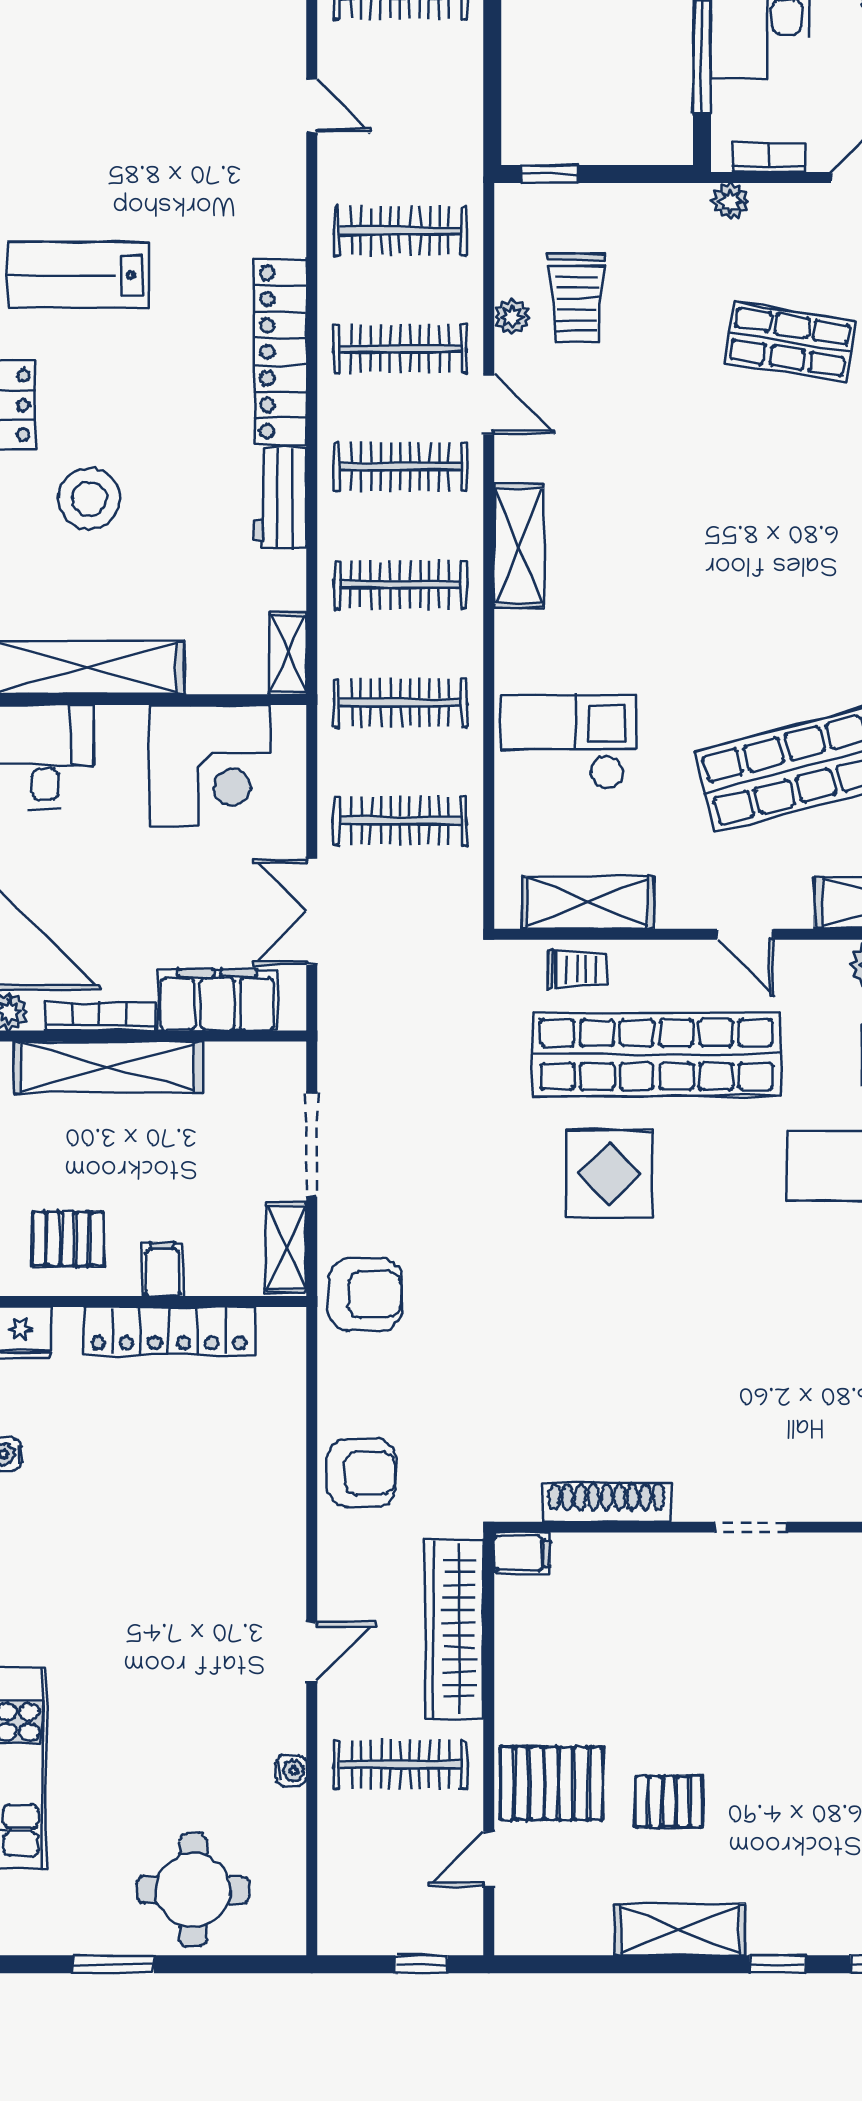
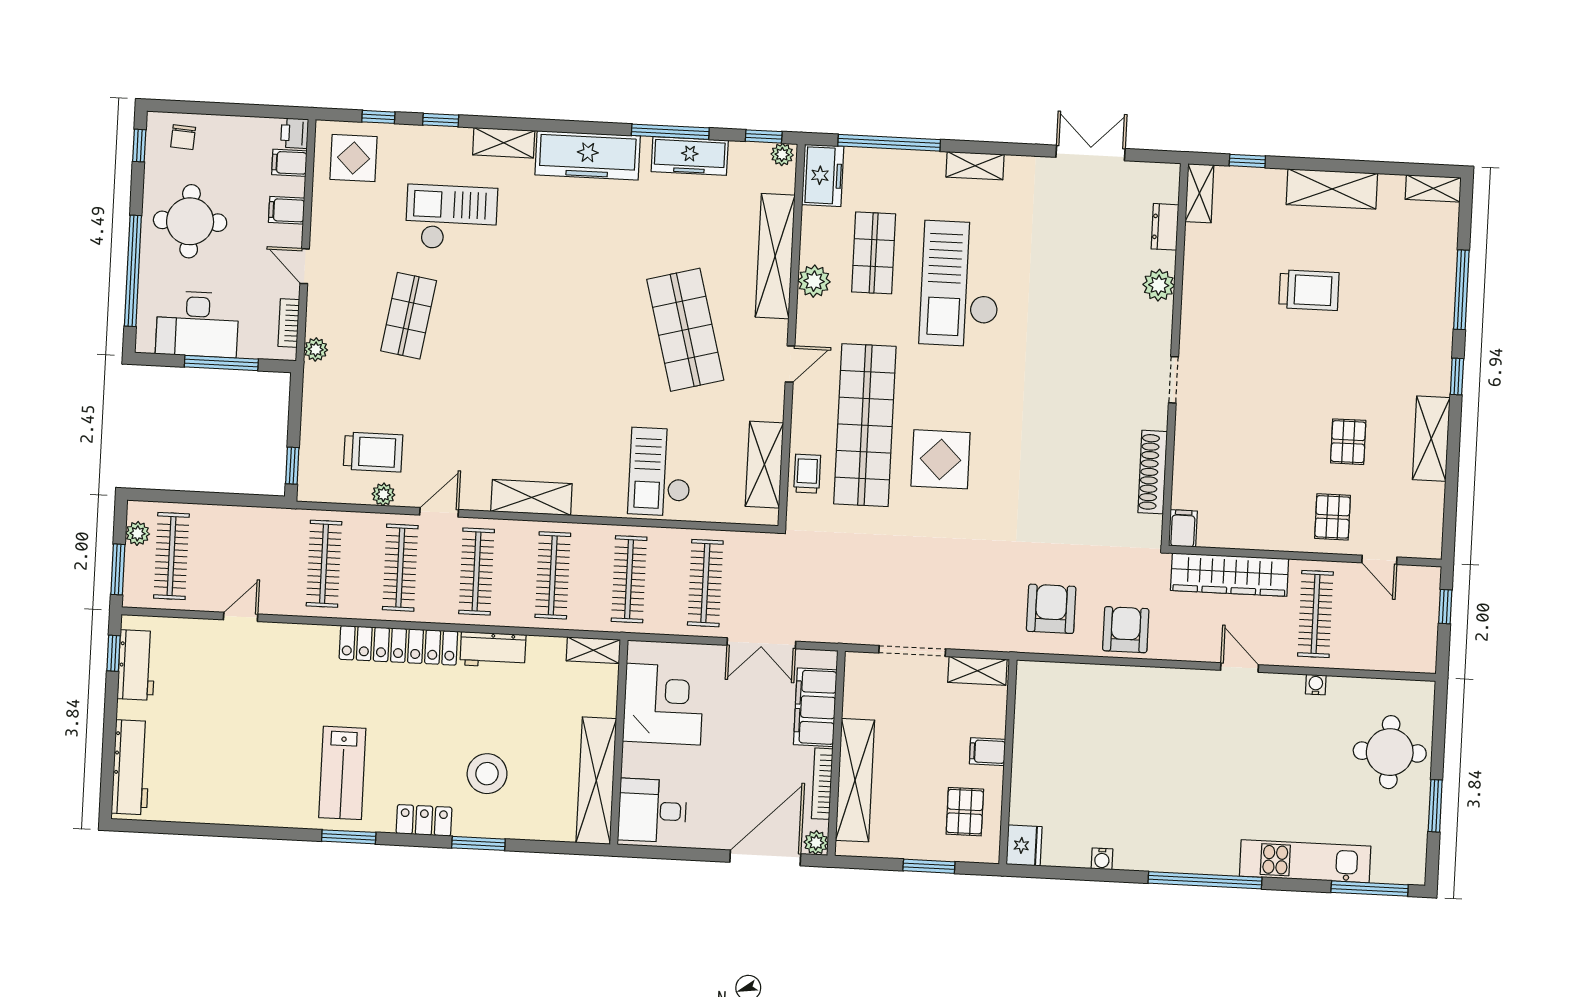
armchair: (365, 1295) -> (1051, 609), moved
locker: (169, 1331) -> (1028, 749), removed
pallet: (551, 1783) -> (1333, 517), width x0.67, depth x0.71

